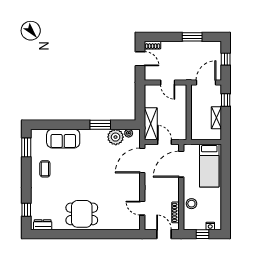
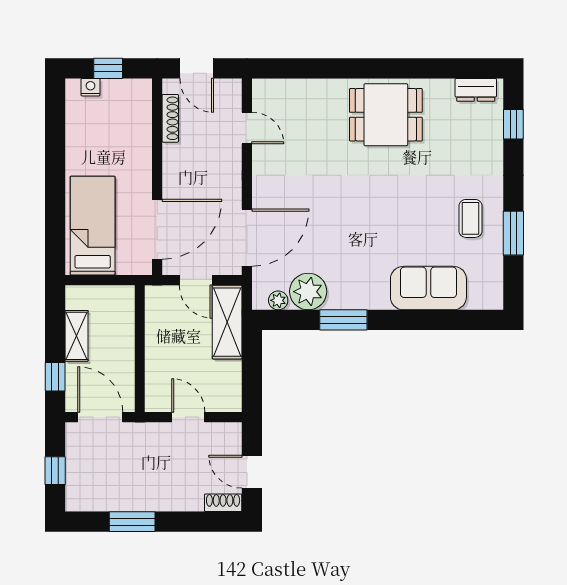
door: (206, 82) -> (100, 417), swing flipped
window: (26, 147) -> (513, 233), moved
stool: (191, 204) -> (134, 138), removed

